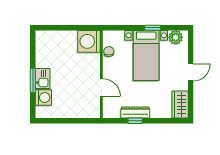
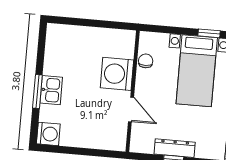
washing machine: (89, 41) -> (117, 74), moved
washing machine: (43, 98) -> (48, 134), moved

